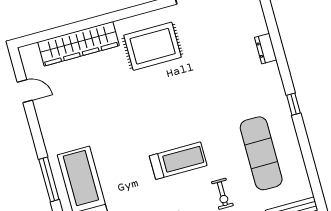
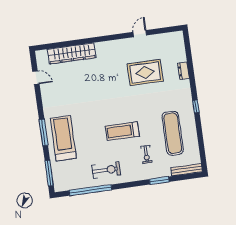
rug: (153, 46) -> (145, 73), moved
treadmill: (178, 161) -> (122, 131), turned 180

